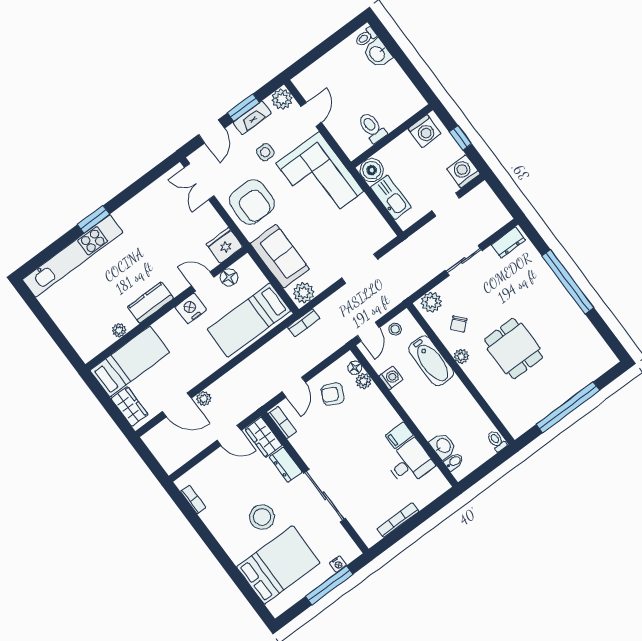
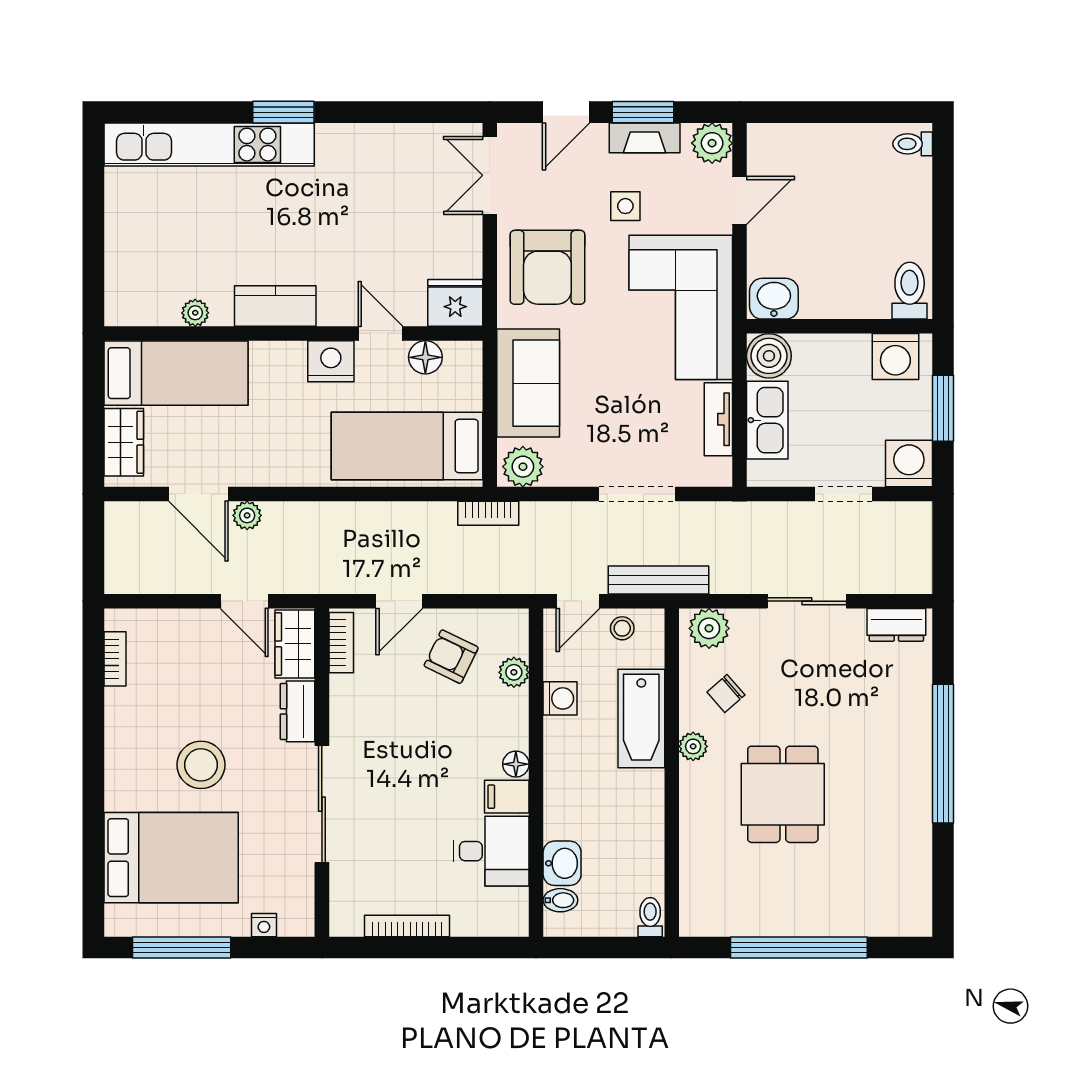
washbasin: (378, 54) -> (774, 299), moved, turned 90
toilet: (372, 128) -> (910, 291), moved
window: (461, 138) -> (943, 408), width x1.50
tv unit: (370, 212) -> (718, 419), added
bench: (395, 298) -> (659, 580), added
floor lamp: (355, 368) -> (516, 764), moved
window: (329, 585) -> (182, 947), moved

